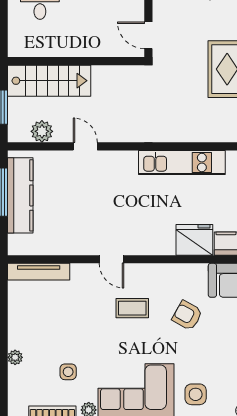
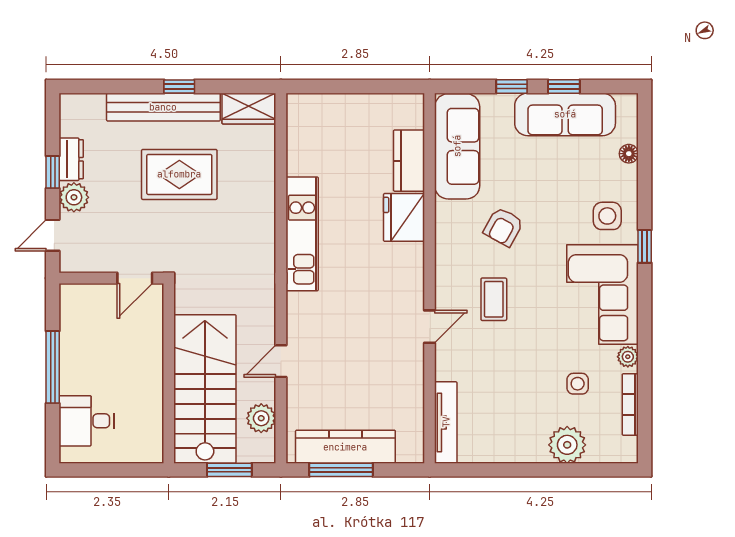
stairs: (49, 81) -> (205, 389), width x1.36, depth x1.51
plant: (15, 357) -> (567, 445), width x1.88, depth x1.88

